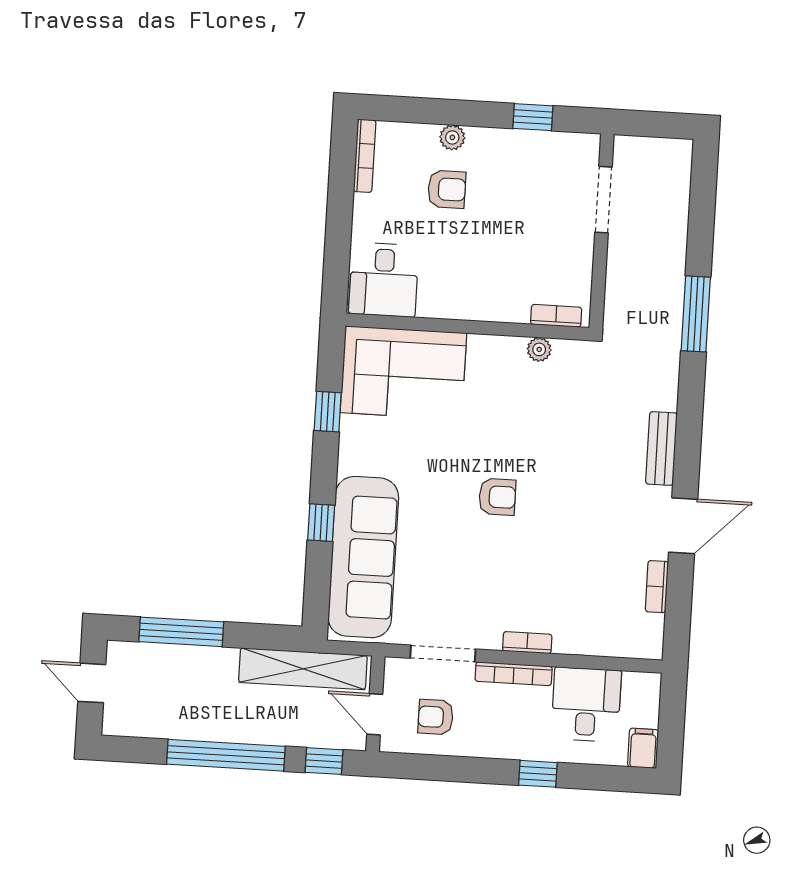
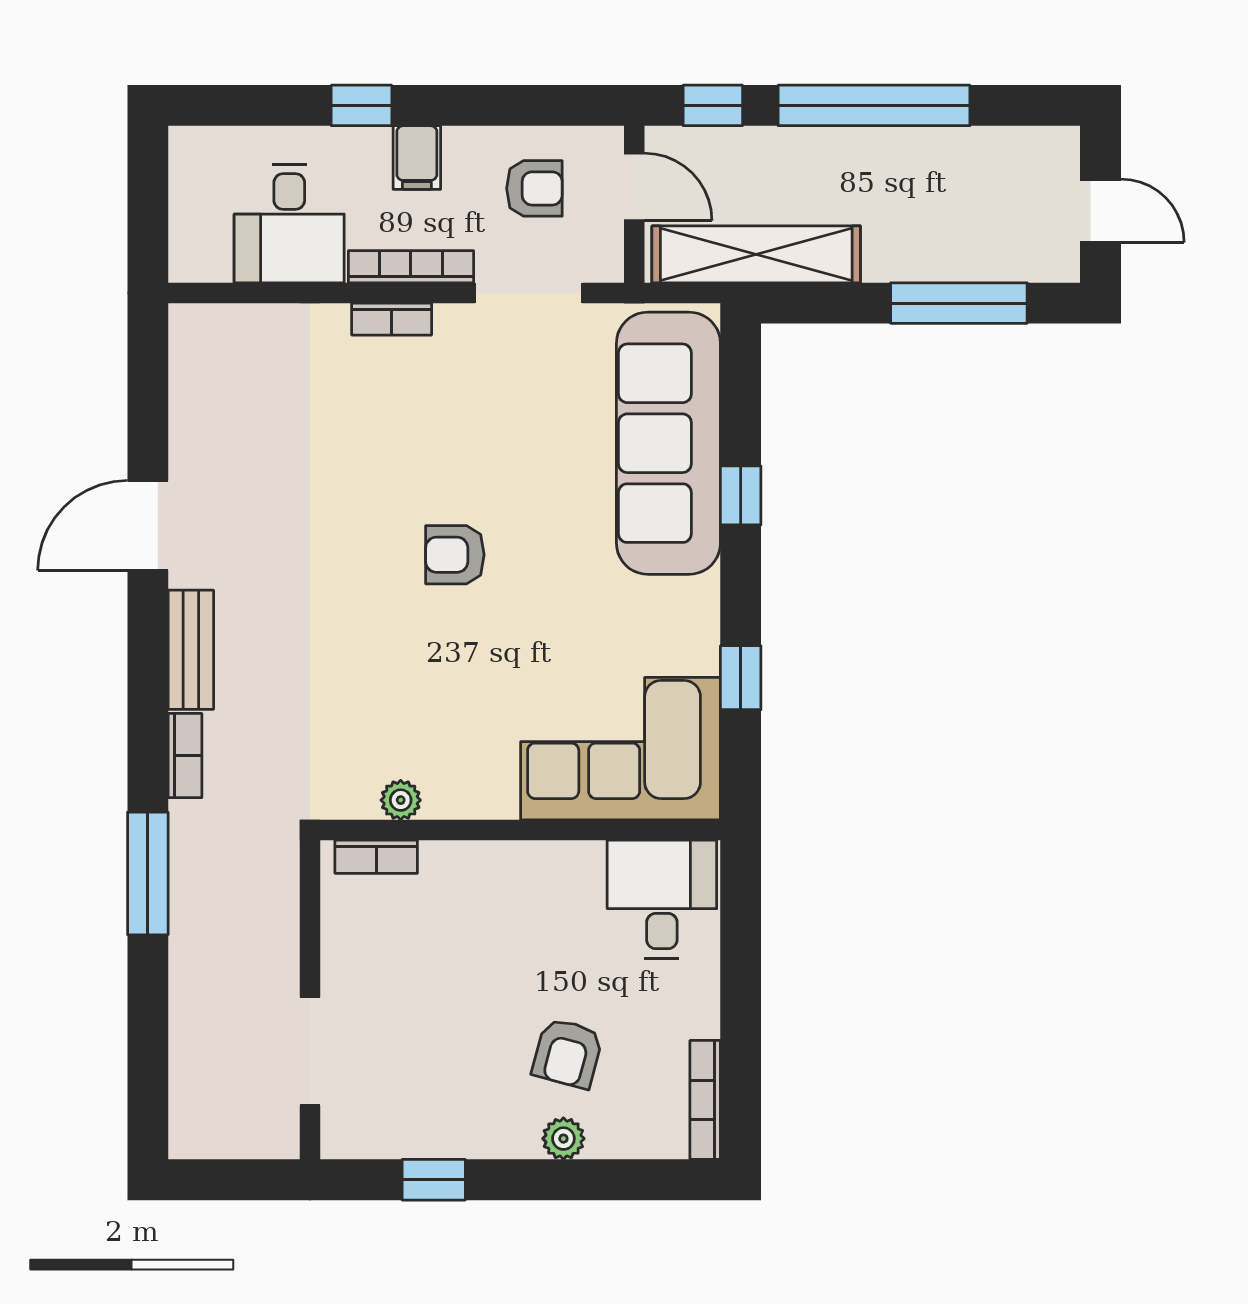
armchair: (447, 189) -> (568, 1053), turned -75
bookcase: (657, 587) -> (185, 756), moved
filing cabinet: (643, 748) -> (417, 158), moved

